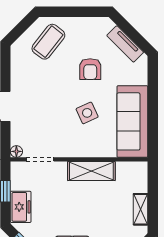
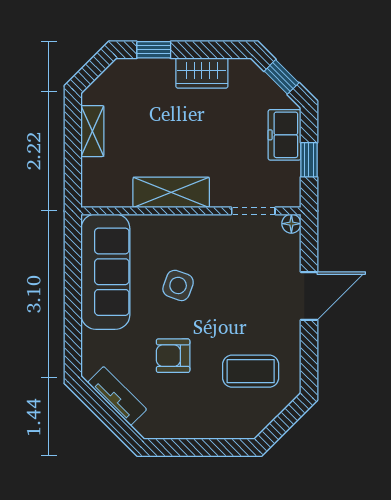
coffee table: (48, 42) -> (251, 371), moved, turned 52
armchair: (90, 69) -> (173, 356), turned -90
side table: (87, 113) -> (178, 285), turned 45

